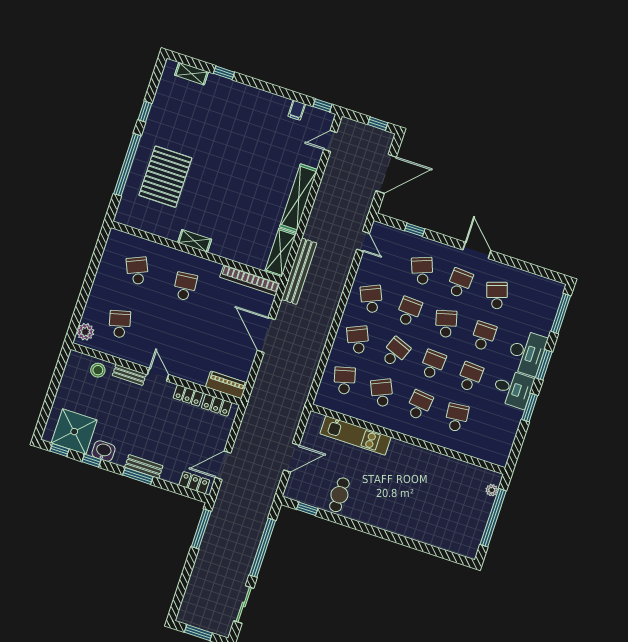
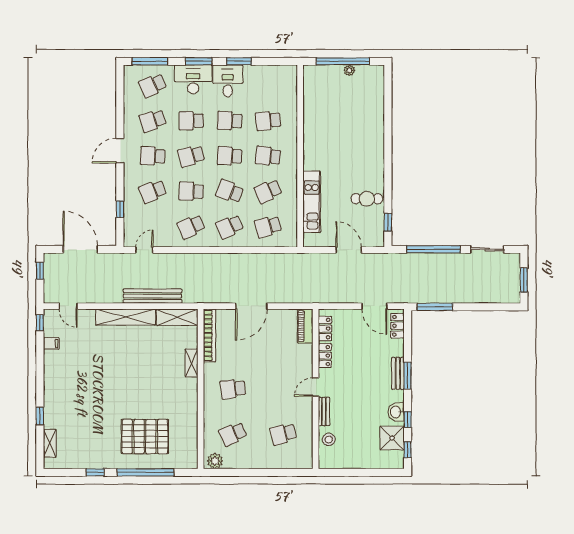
shelving: (195, 241) -> (191, 363), moved
bench: (299, 271) -> (153, 296), moved
school desk: (534, 308) -> (153, 85), added
plant: (85, 332) -> (215, 461), moved
shower: (74, 432) -> (392, 438), width x0.73, depth x0.73
plant: (492, 490) -> (349, 70), moved

